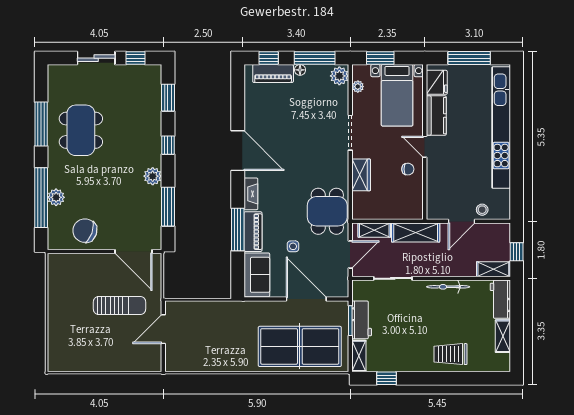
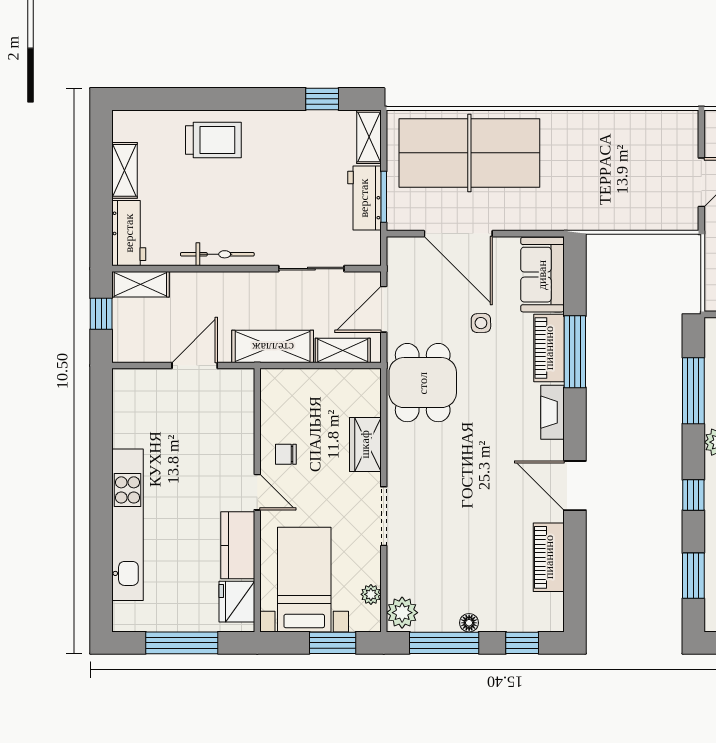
piano: (273, 73) -> (549, 557), moved, turned -90
kitchen unit: (501, 128) -> (128, 525), width x0.73
door: (238, 151) -> (575, 486), width x0.73
stool: (482, 210) -> (160, 385), removed

